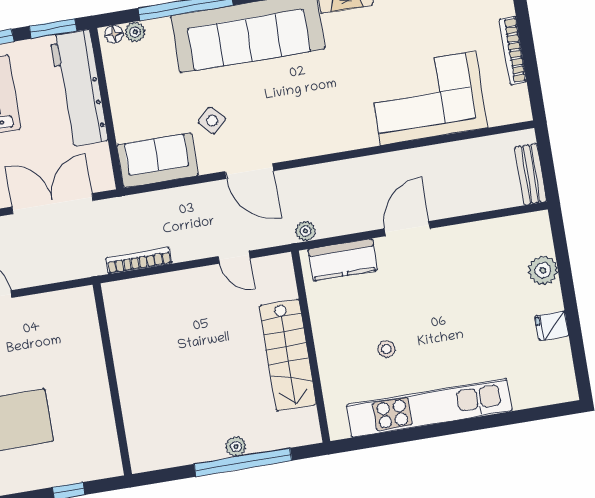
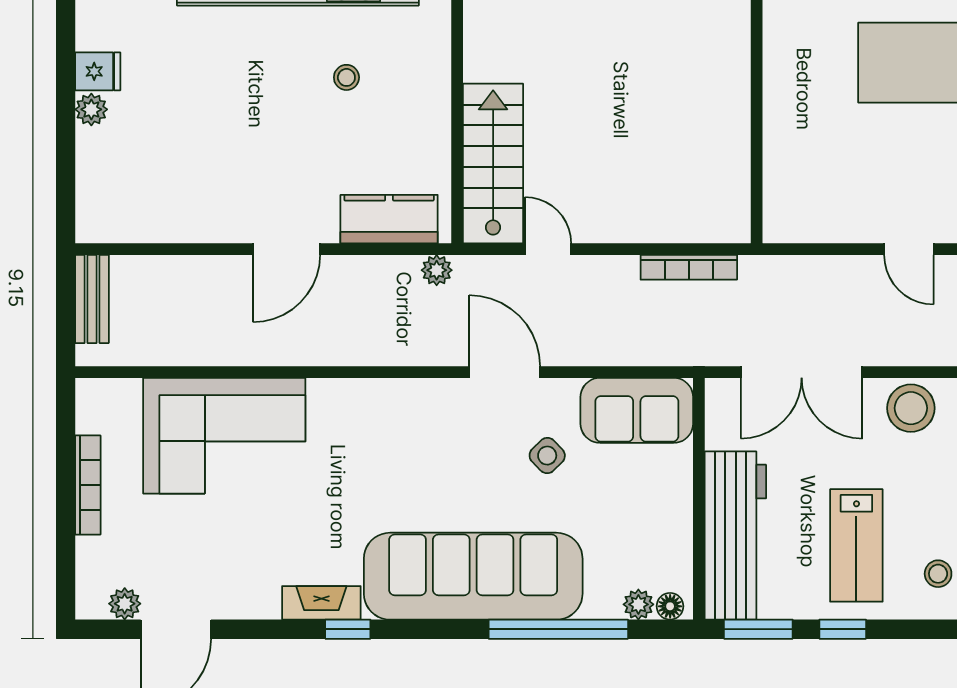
plant: (543, 270) -> (91, 109), moved, width x0.73, depth x0.73
stairs: (288, 355) -> (493, 164), moved

